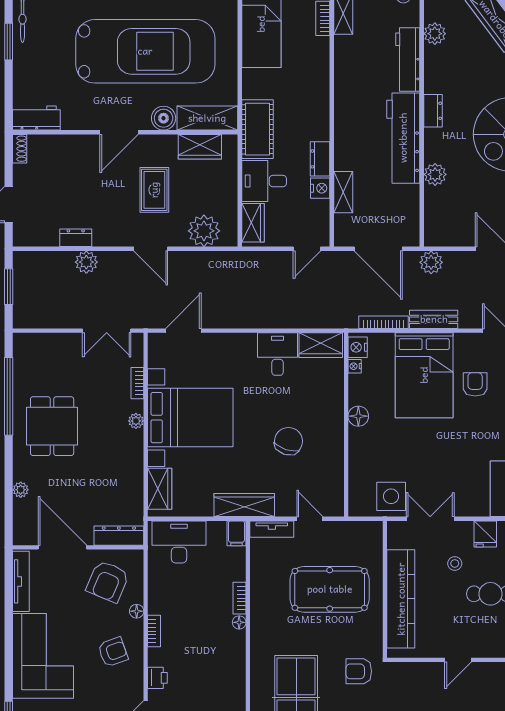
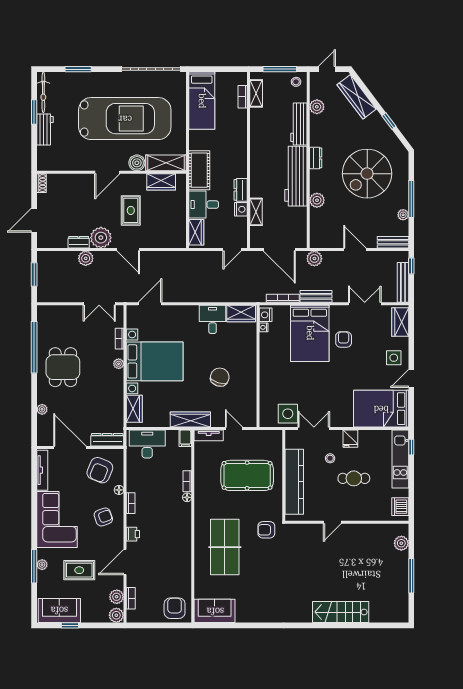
workbench: (36, 118) -> (45, 129), moved, turned 90
plant: (204, 231) -> (101, 238), moved
floor lamp: (358, 416) -> (266, 361), removed

